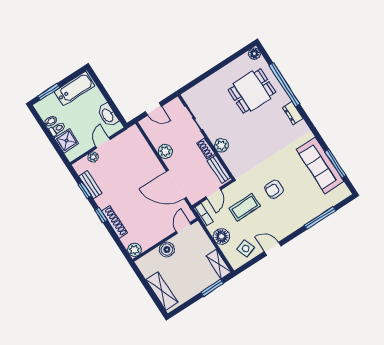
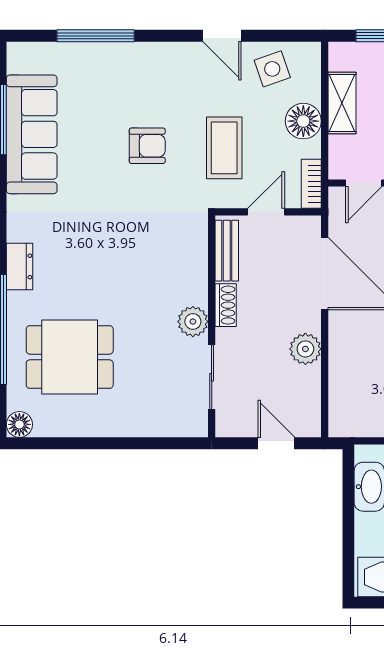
plant: (221, 145) -> (193, 322), moved
coffee table: (245, 207) -> (224, 148), turned 90
shelving: (219, 264) -> (342, 103), moved

